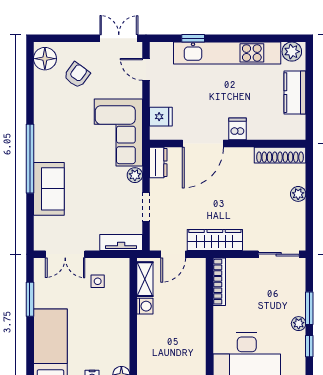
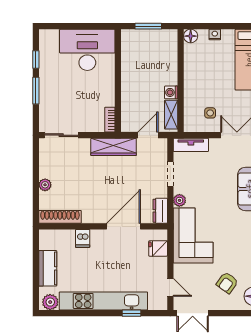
dishwasher: (238, 129) -> (83, 238), moved
bookcase: (219, 282) -> (110, 120), width x0.64
plant: (299, 324) -> (45, 78), removed

